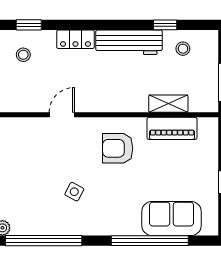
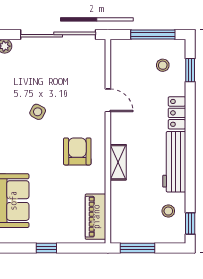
window: (165, 25) -> (190, 223), moved
shelving: (168, 104) -> (118, 162), moved
piano: (172, 128) -> (96, 217), moved

